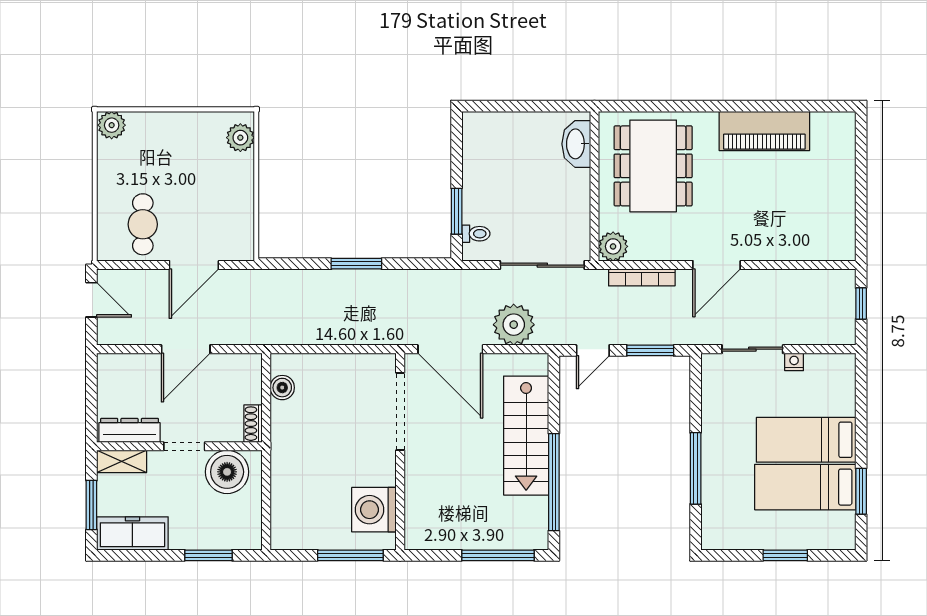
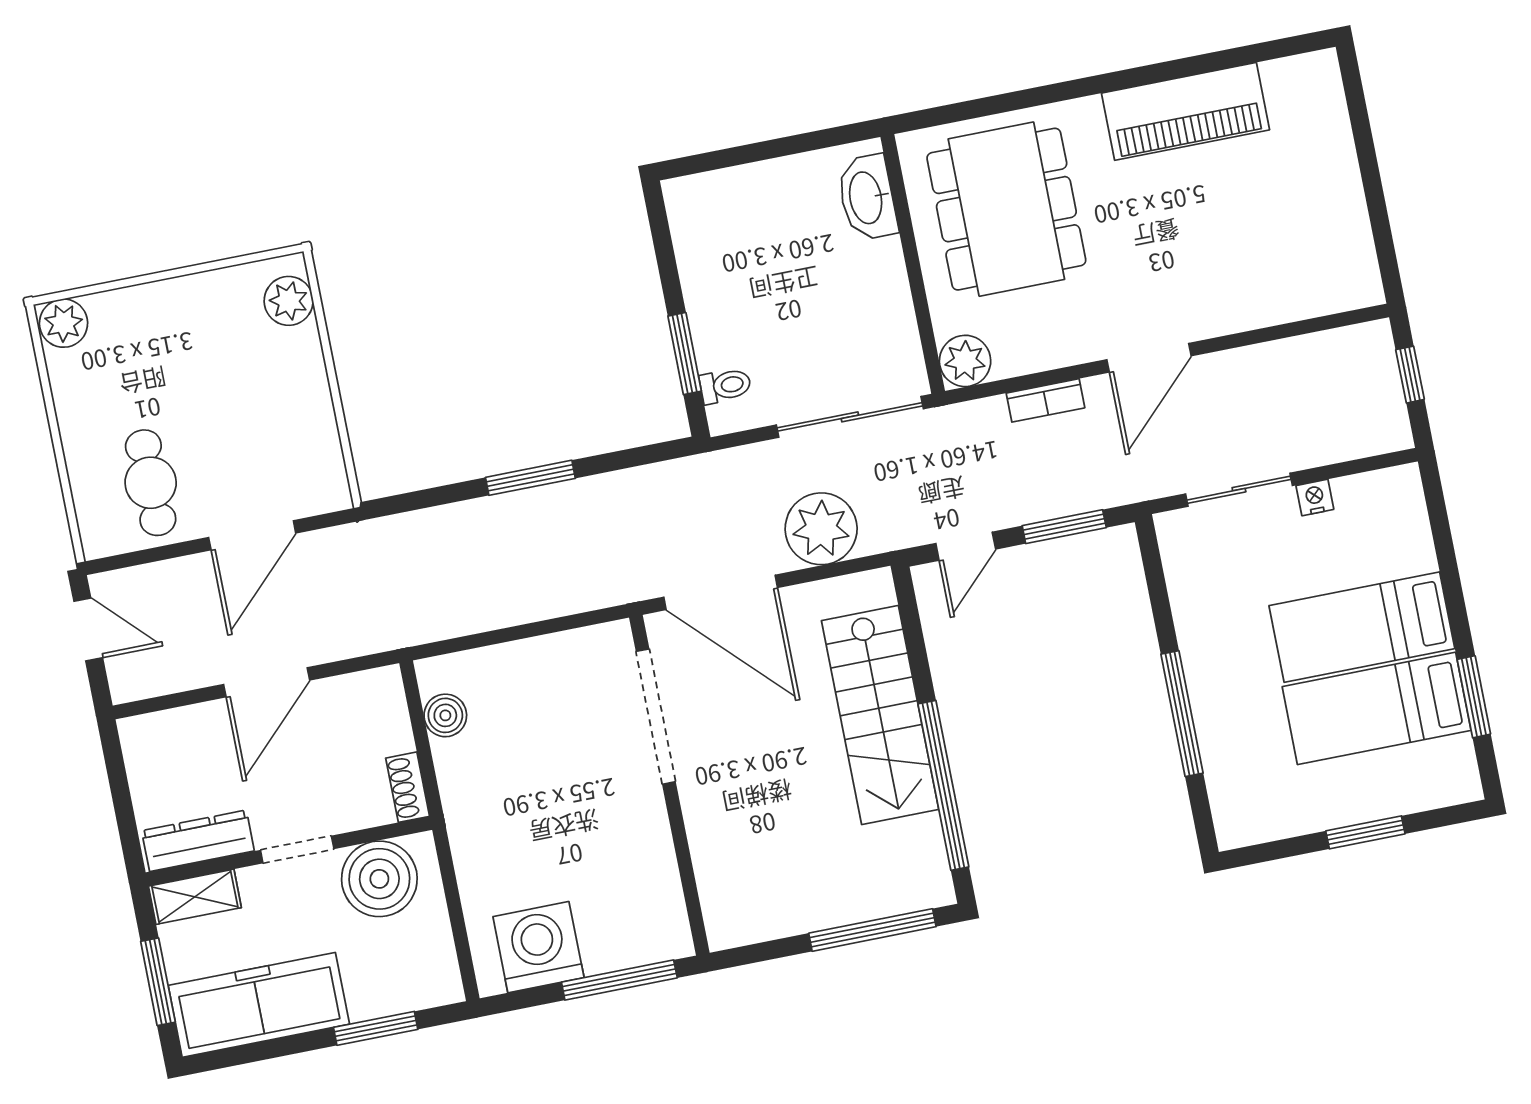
bookcase: (642, 277) -> (1045, 400), width x0.64
washing machine: (374, 510) -> (538, 947), moved, turned 90
freezer: (132, 533) -> (259, 1005), width x1.36, depth x1.26

